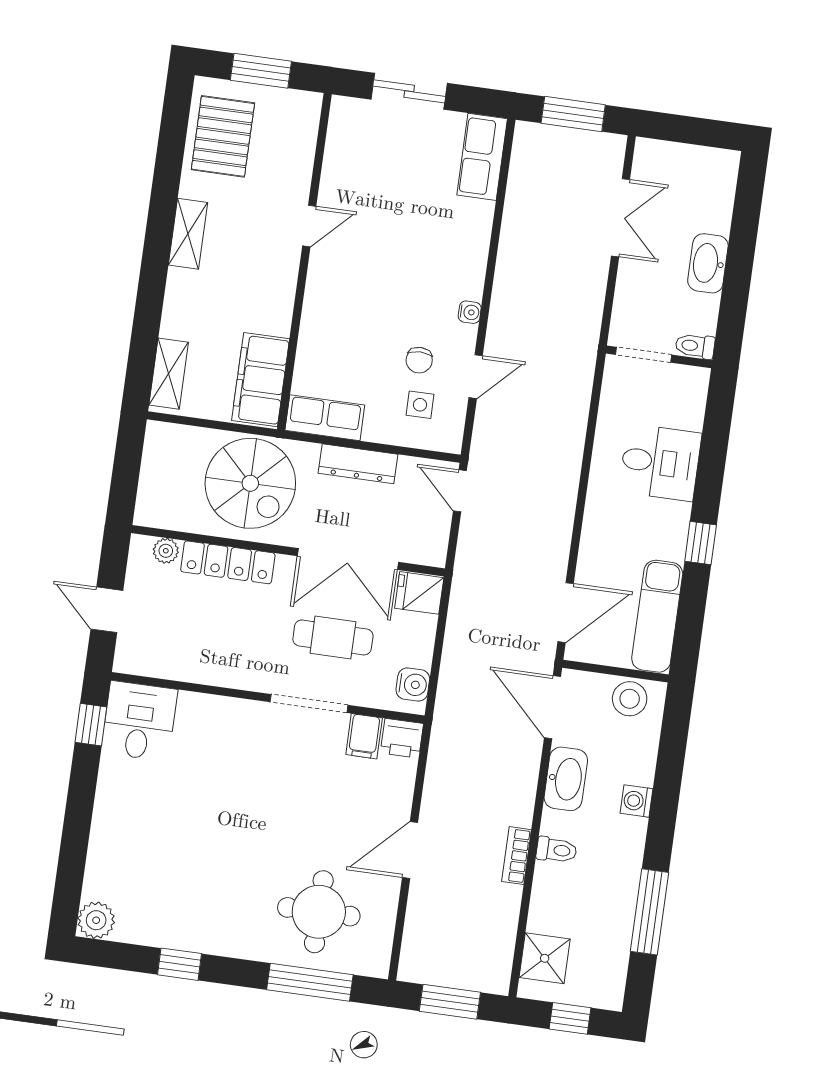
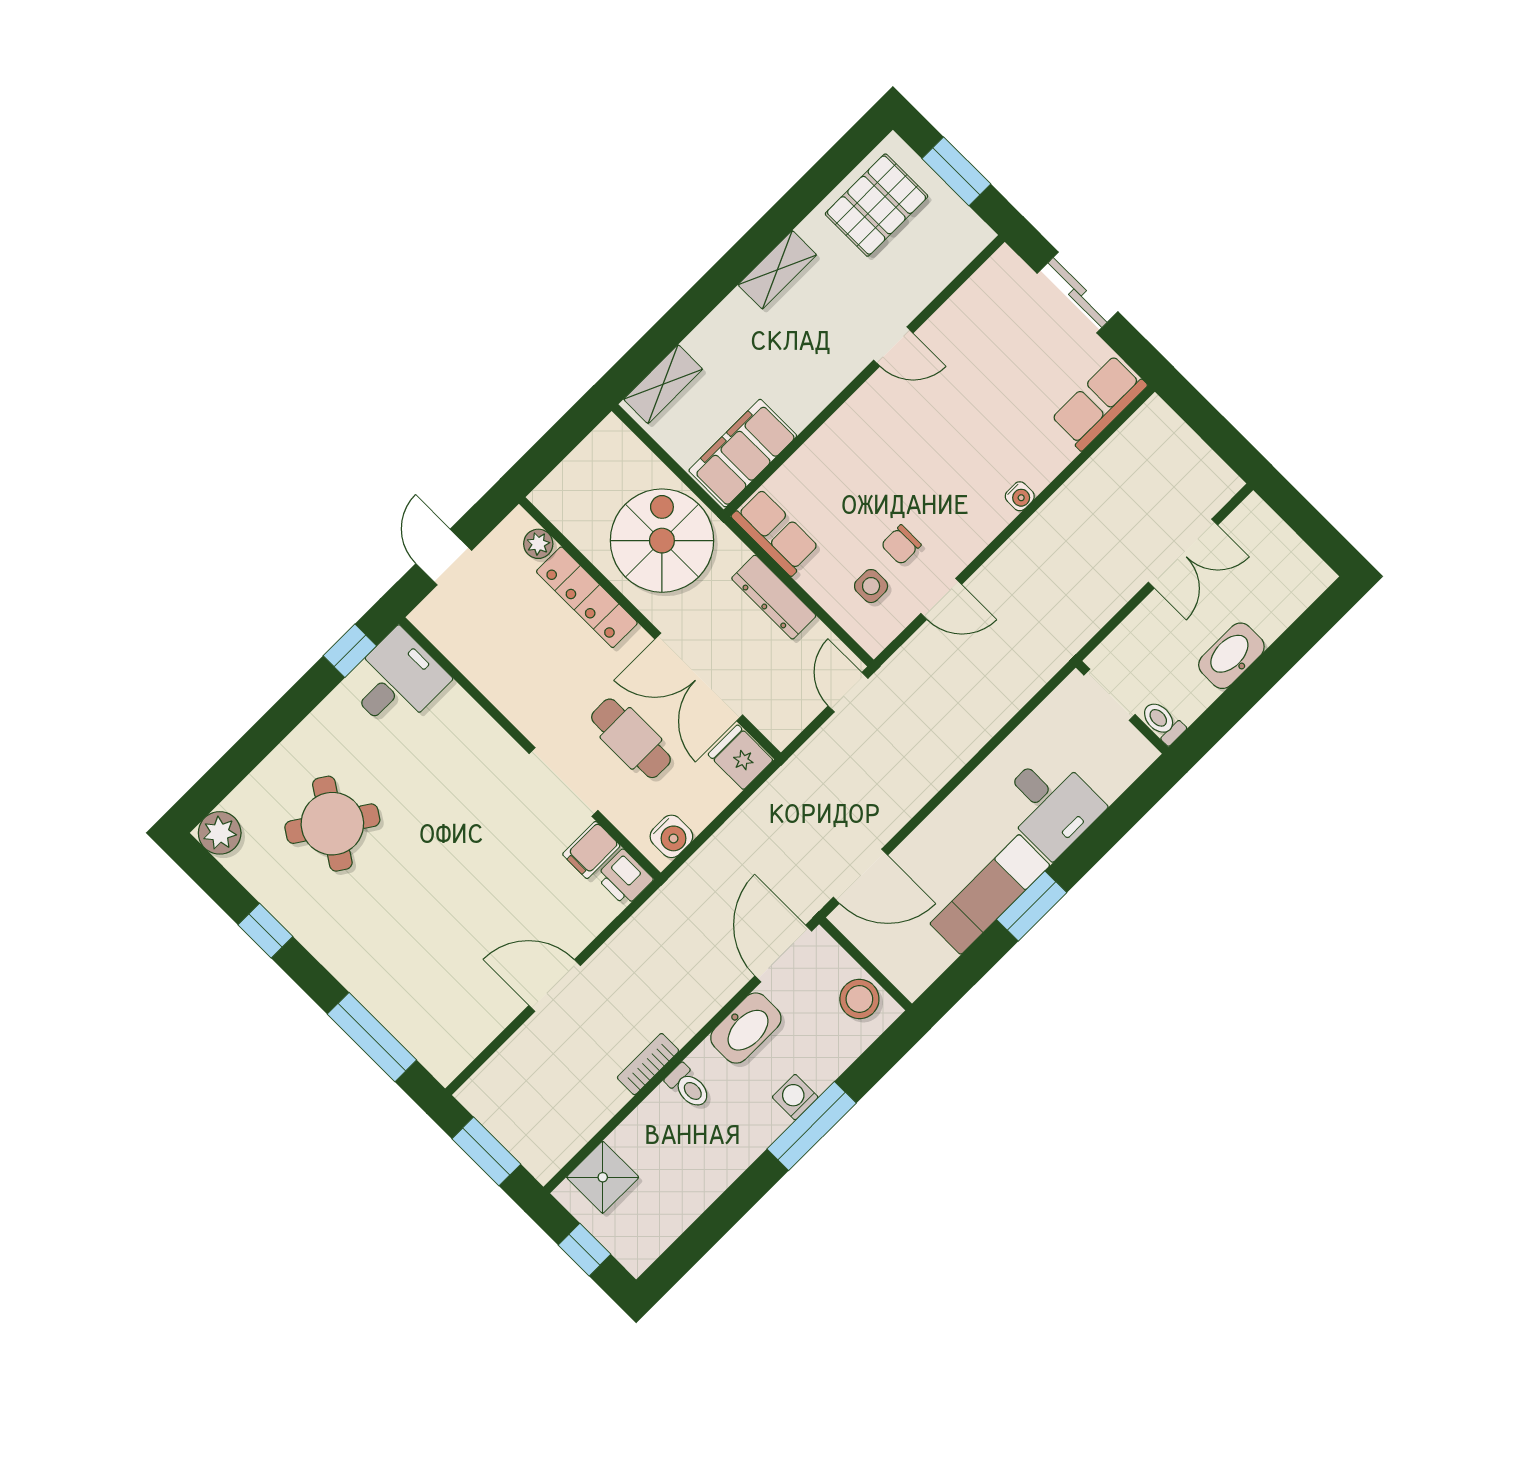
window: (573, 114) -> (1211, 426), removed
water cooler: (470, 312) -> (1020, 496), moved
spiral stairs: (250, 483) -> (662, 541), turned 180
window: (701, 543) -> (1032, 906), width x1.50
exam couch: (657, 616) -> (990, 894), moved
round table: (319, 912) -> (332, 824), moved, turned 33
window: (649, 912) -> (812, 1126), moved

